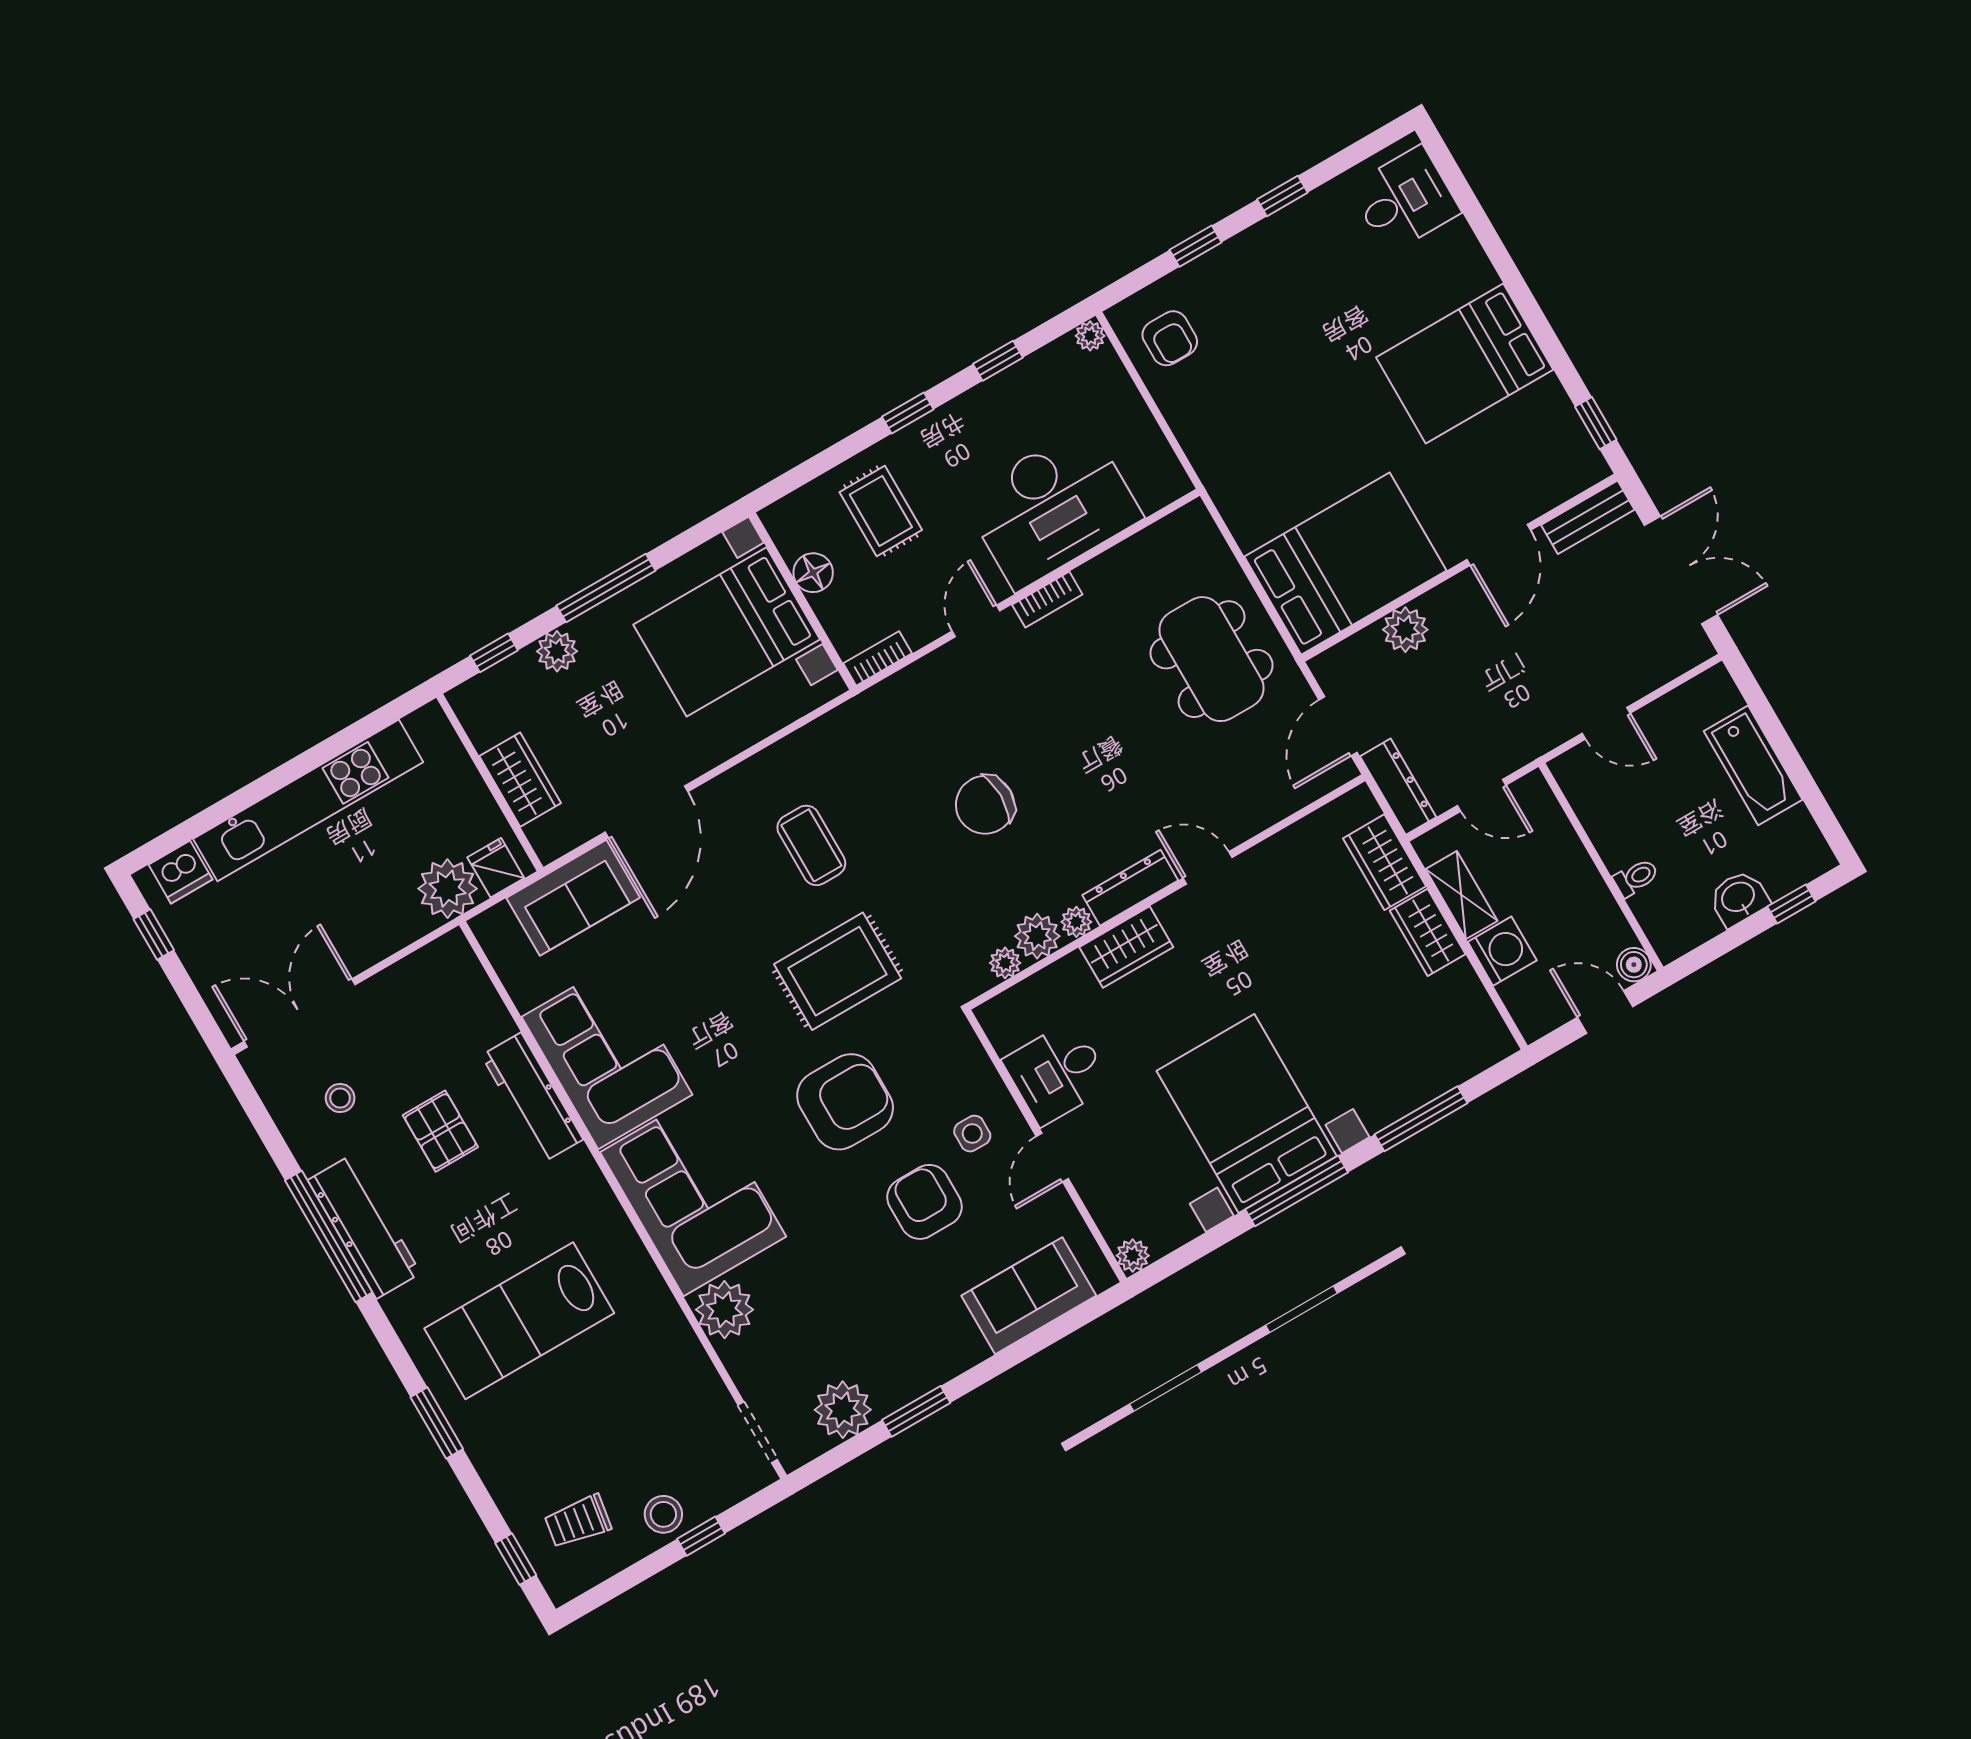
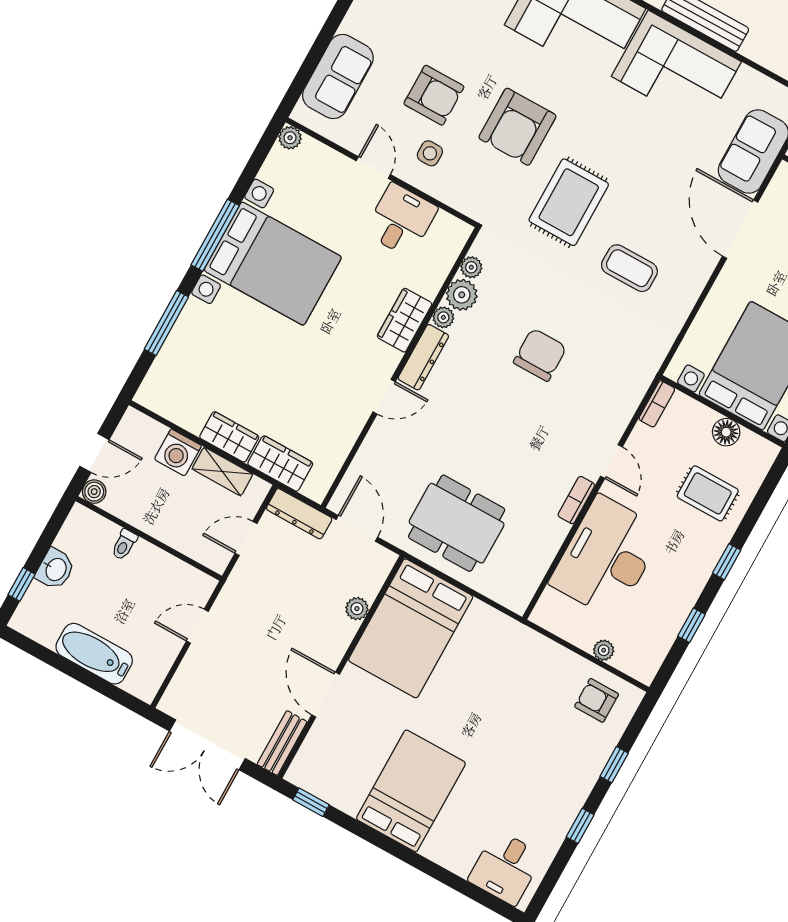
plant: (1090, 336) -> (604, 650), moved
plant: (1405, 630) -> (357, 609), width x0.73, depth x0.73

